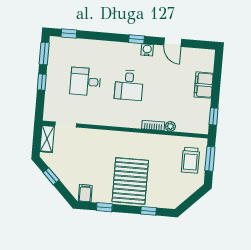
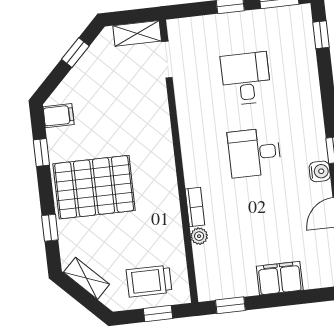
window: (210, 159) -> (158, 314), width x0.67
shelving: (182, 196) -> (86, 278), added

